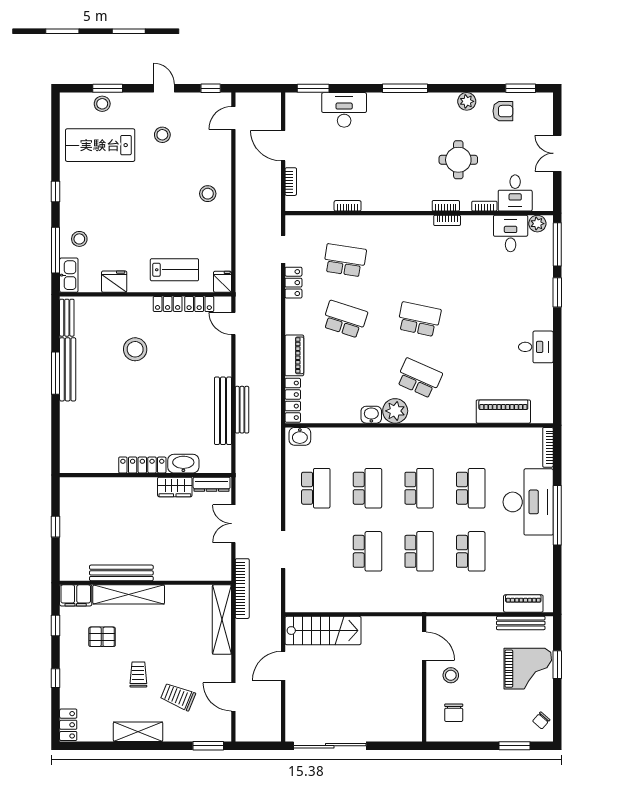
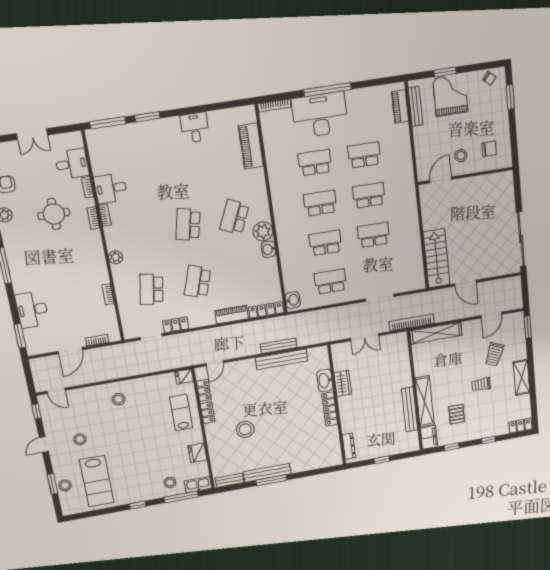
plant: (537, 224) -> (116, 257), moved
desk: (511, 233) -> (111, 188), moved
dresser: (212, 484) -> (349, 446), moved

